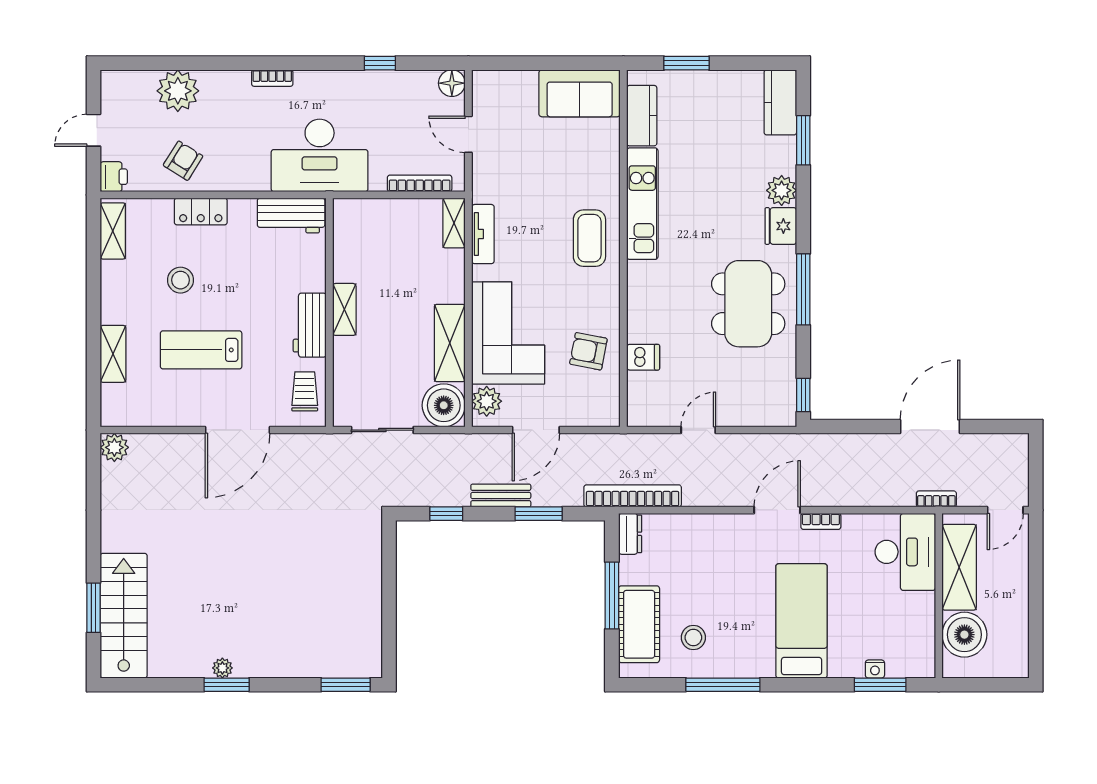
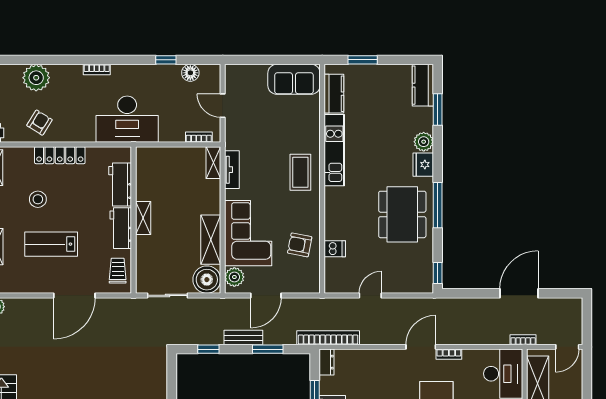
floor lamp: (452, 83) -> (190, 73), moved
bookcase: (420, 183) -> (199, 137), width x0.64
locker: (201, 211) -> (60, 155), width x1.53
workbench: (291, 216) -> (120, 185), moved, turned 90

